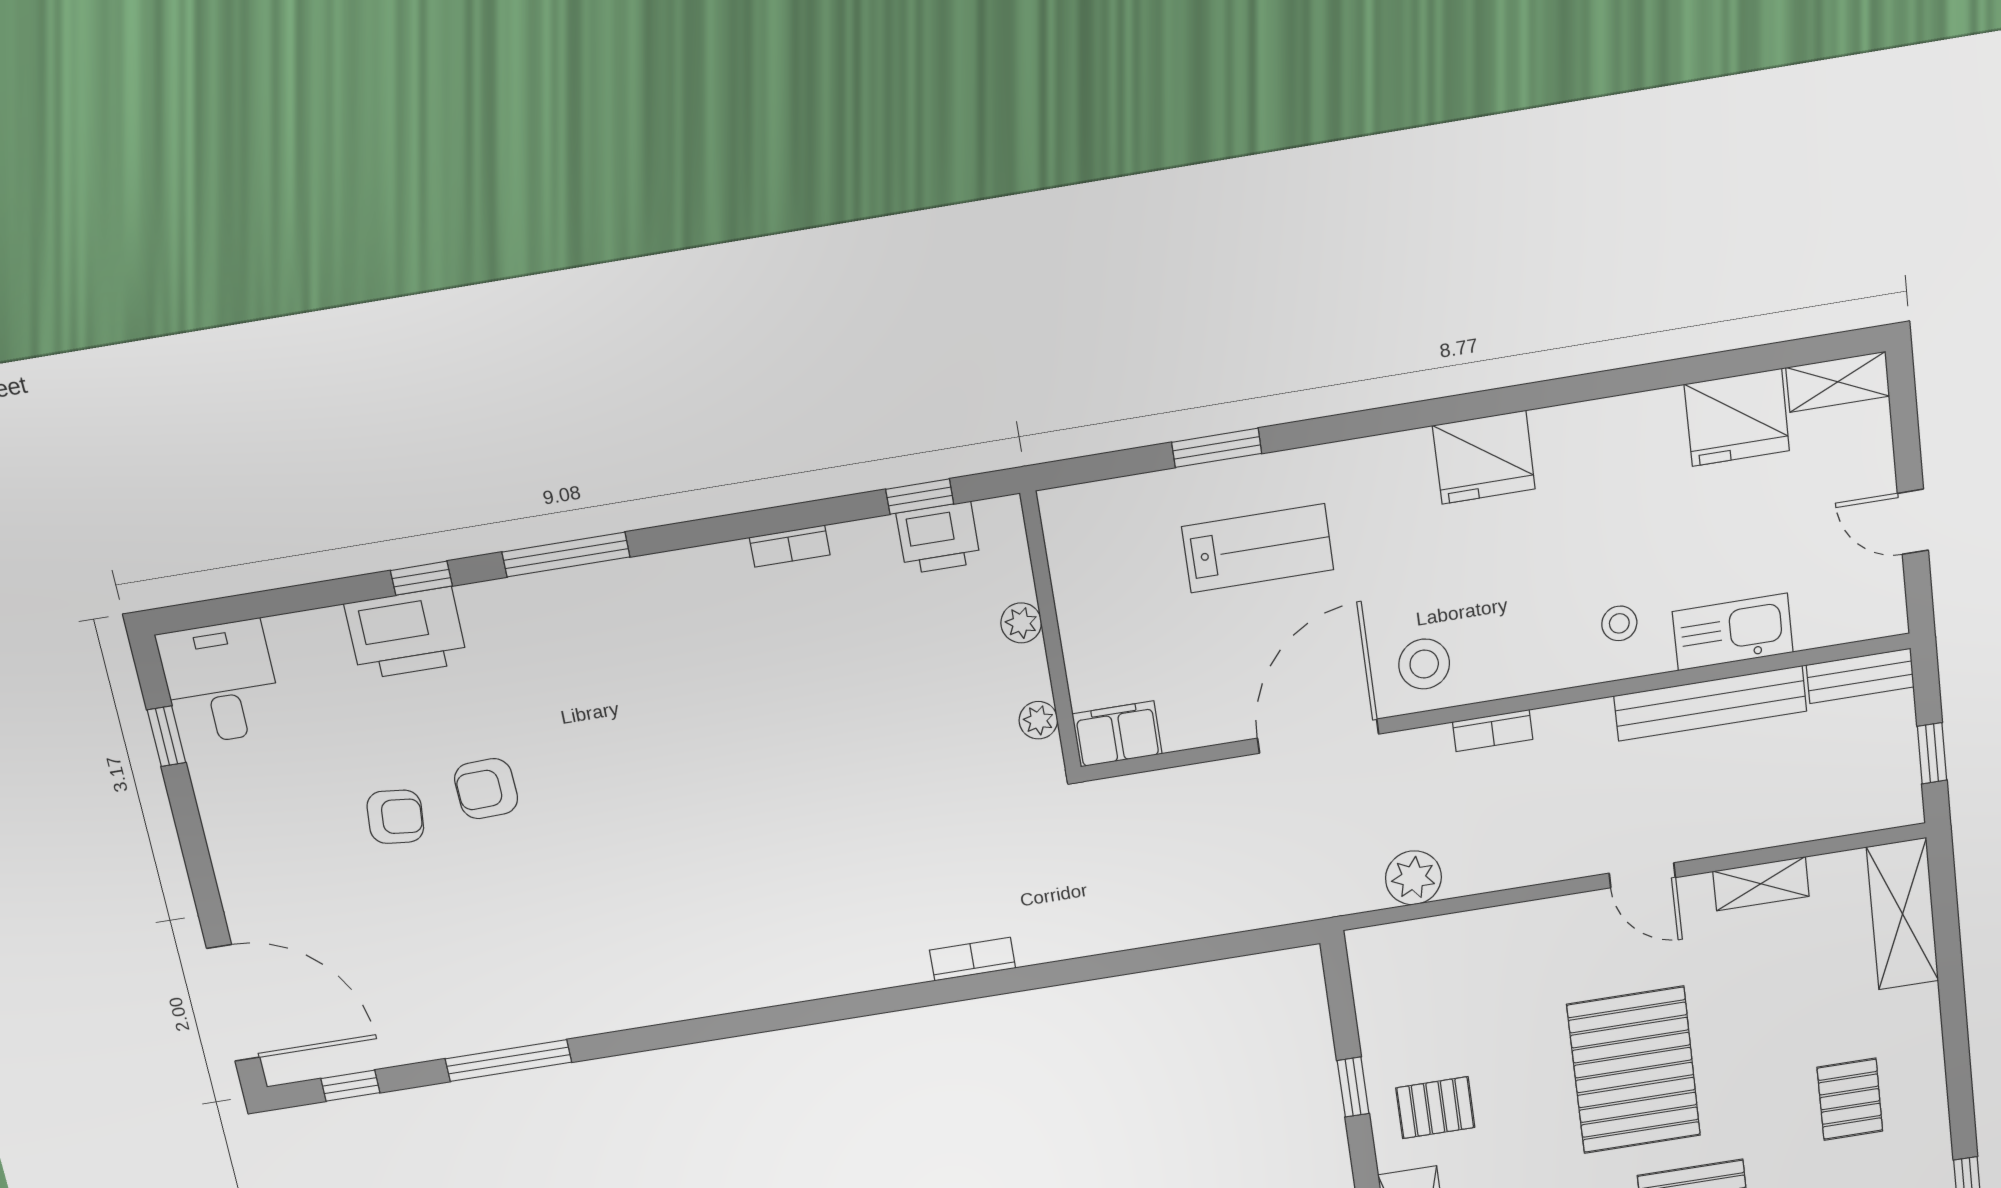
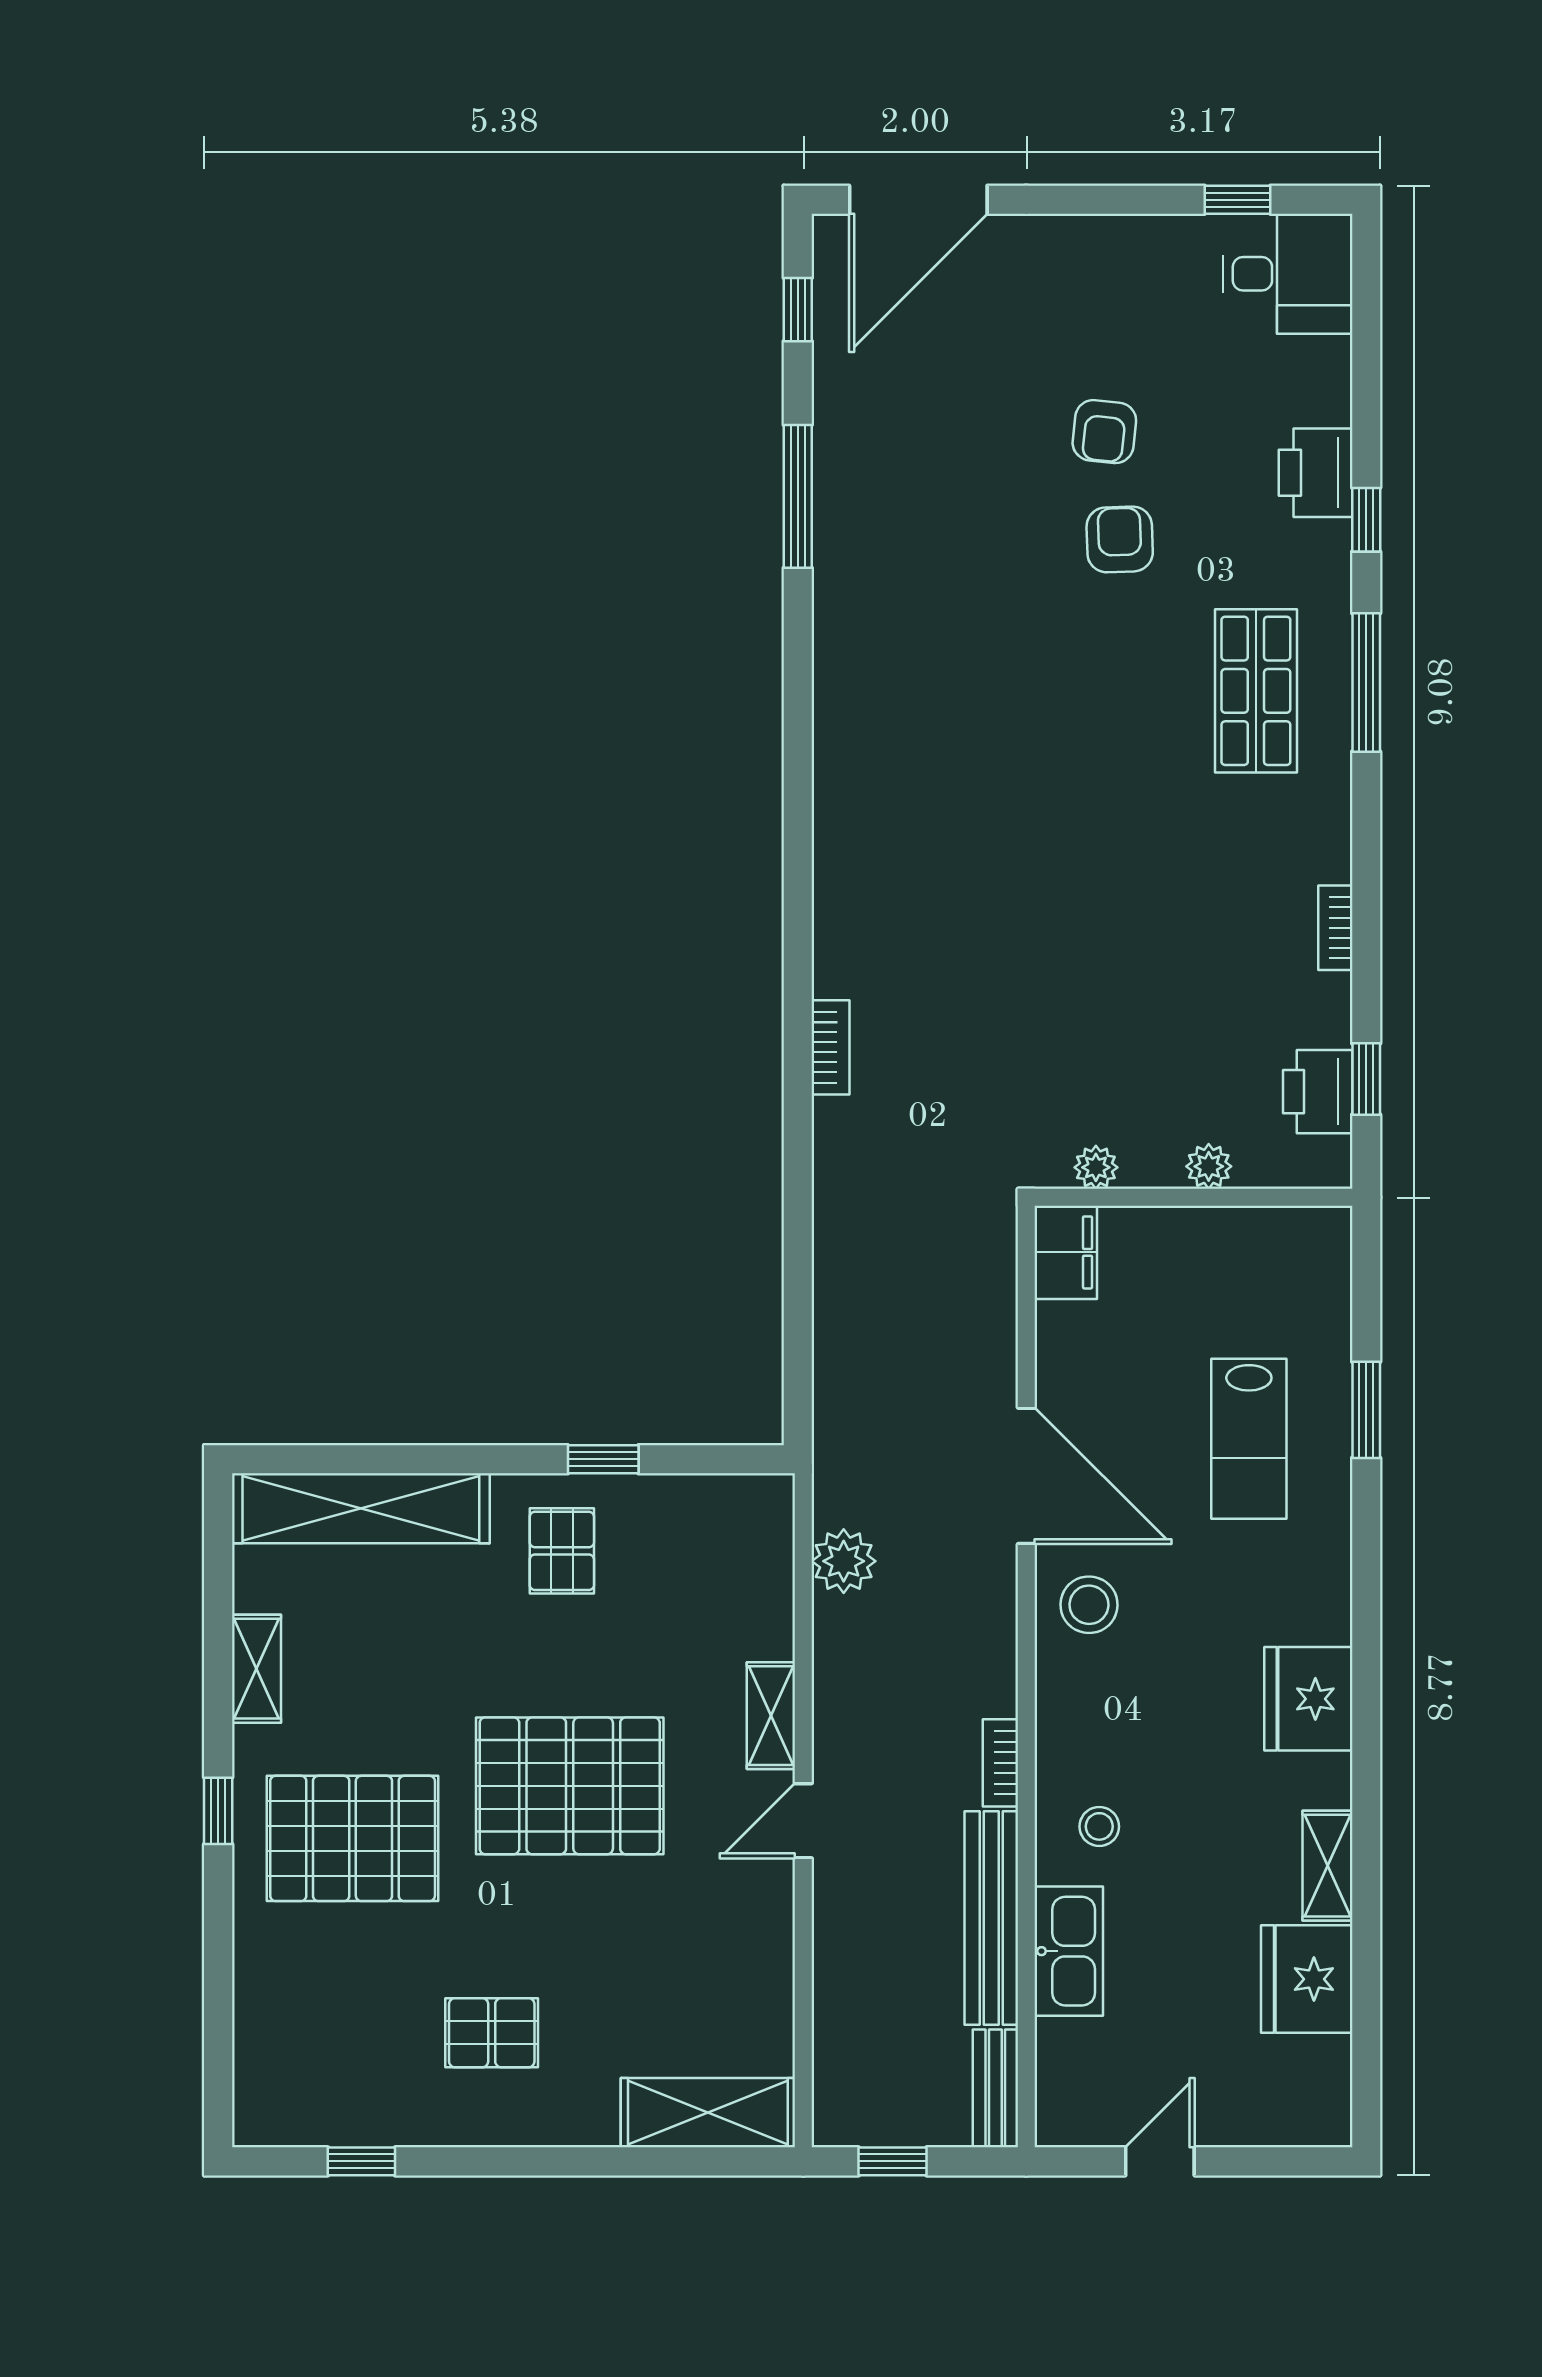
shelving: (1838, 382) -> (1327, 1866), moved
printer: (406, 633) -> (1316, 473), width x0.73, depth x0.84
shop shelf: (594, 650) -> (1256, 691), added
bookcase: (1493, 731) -> (1000, 1763), moved
shelving: (1761, 884) -> (771, 1716), moved

